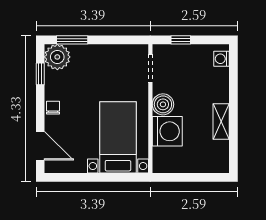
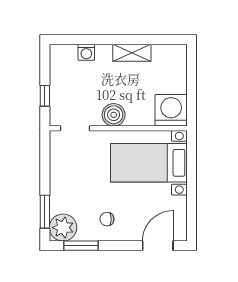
washing machine: (222, 59) -> (86, 52), moved
window: (40, 74) -> (81, 246), width x1.50
chair: (53, 108) -> (107, 219), moved
washing machine: (167, 131) -> (171, 110), moved

